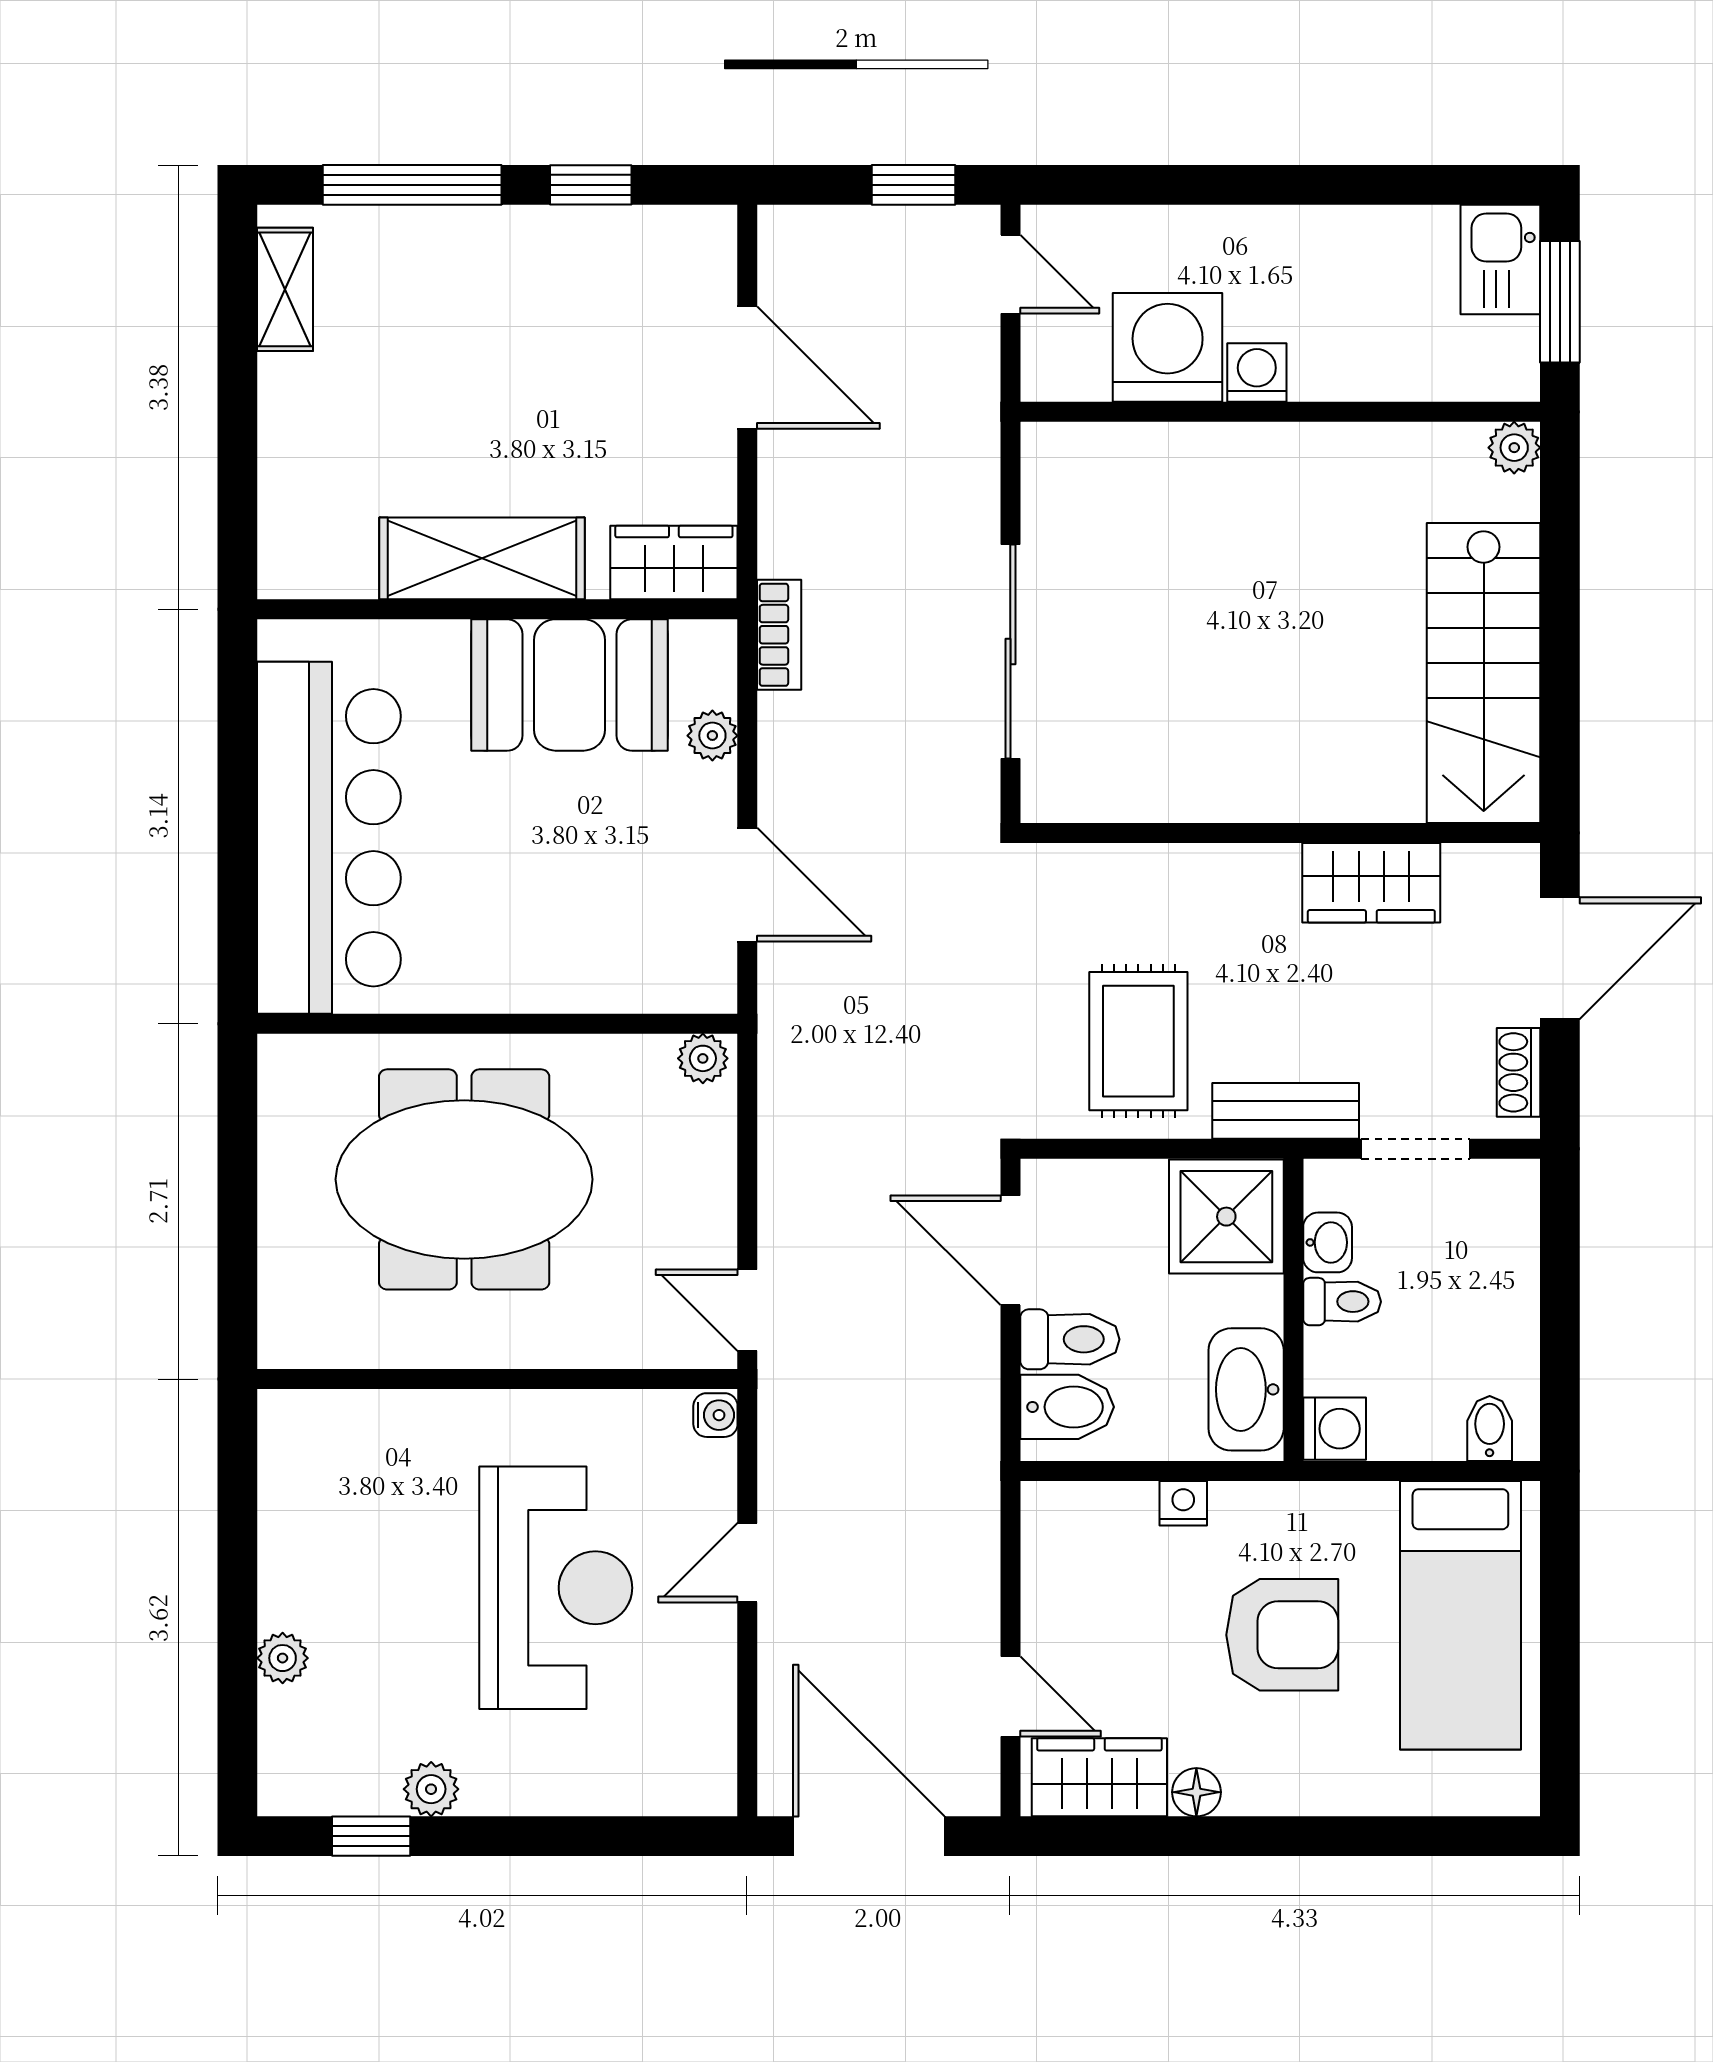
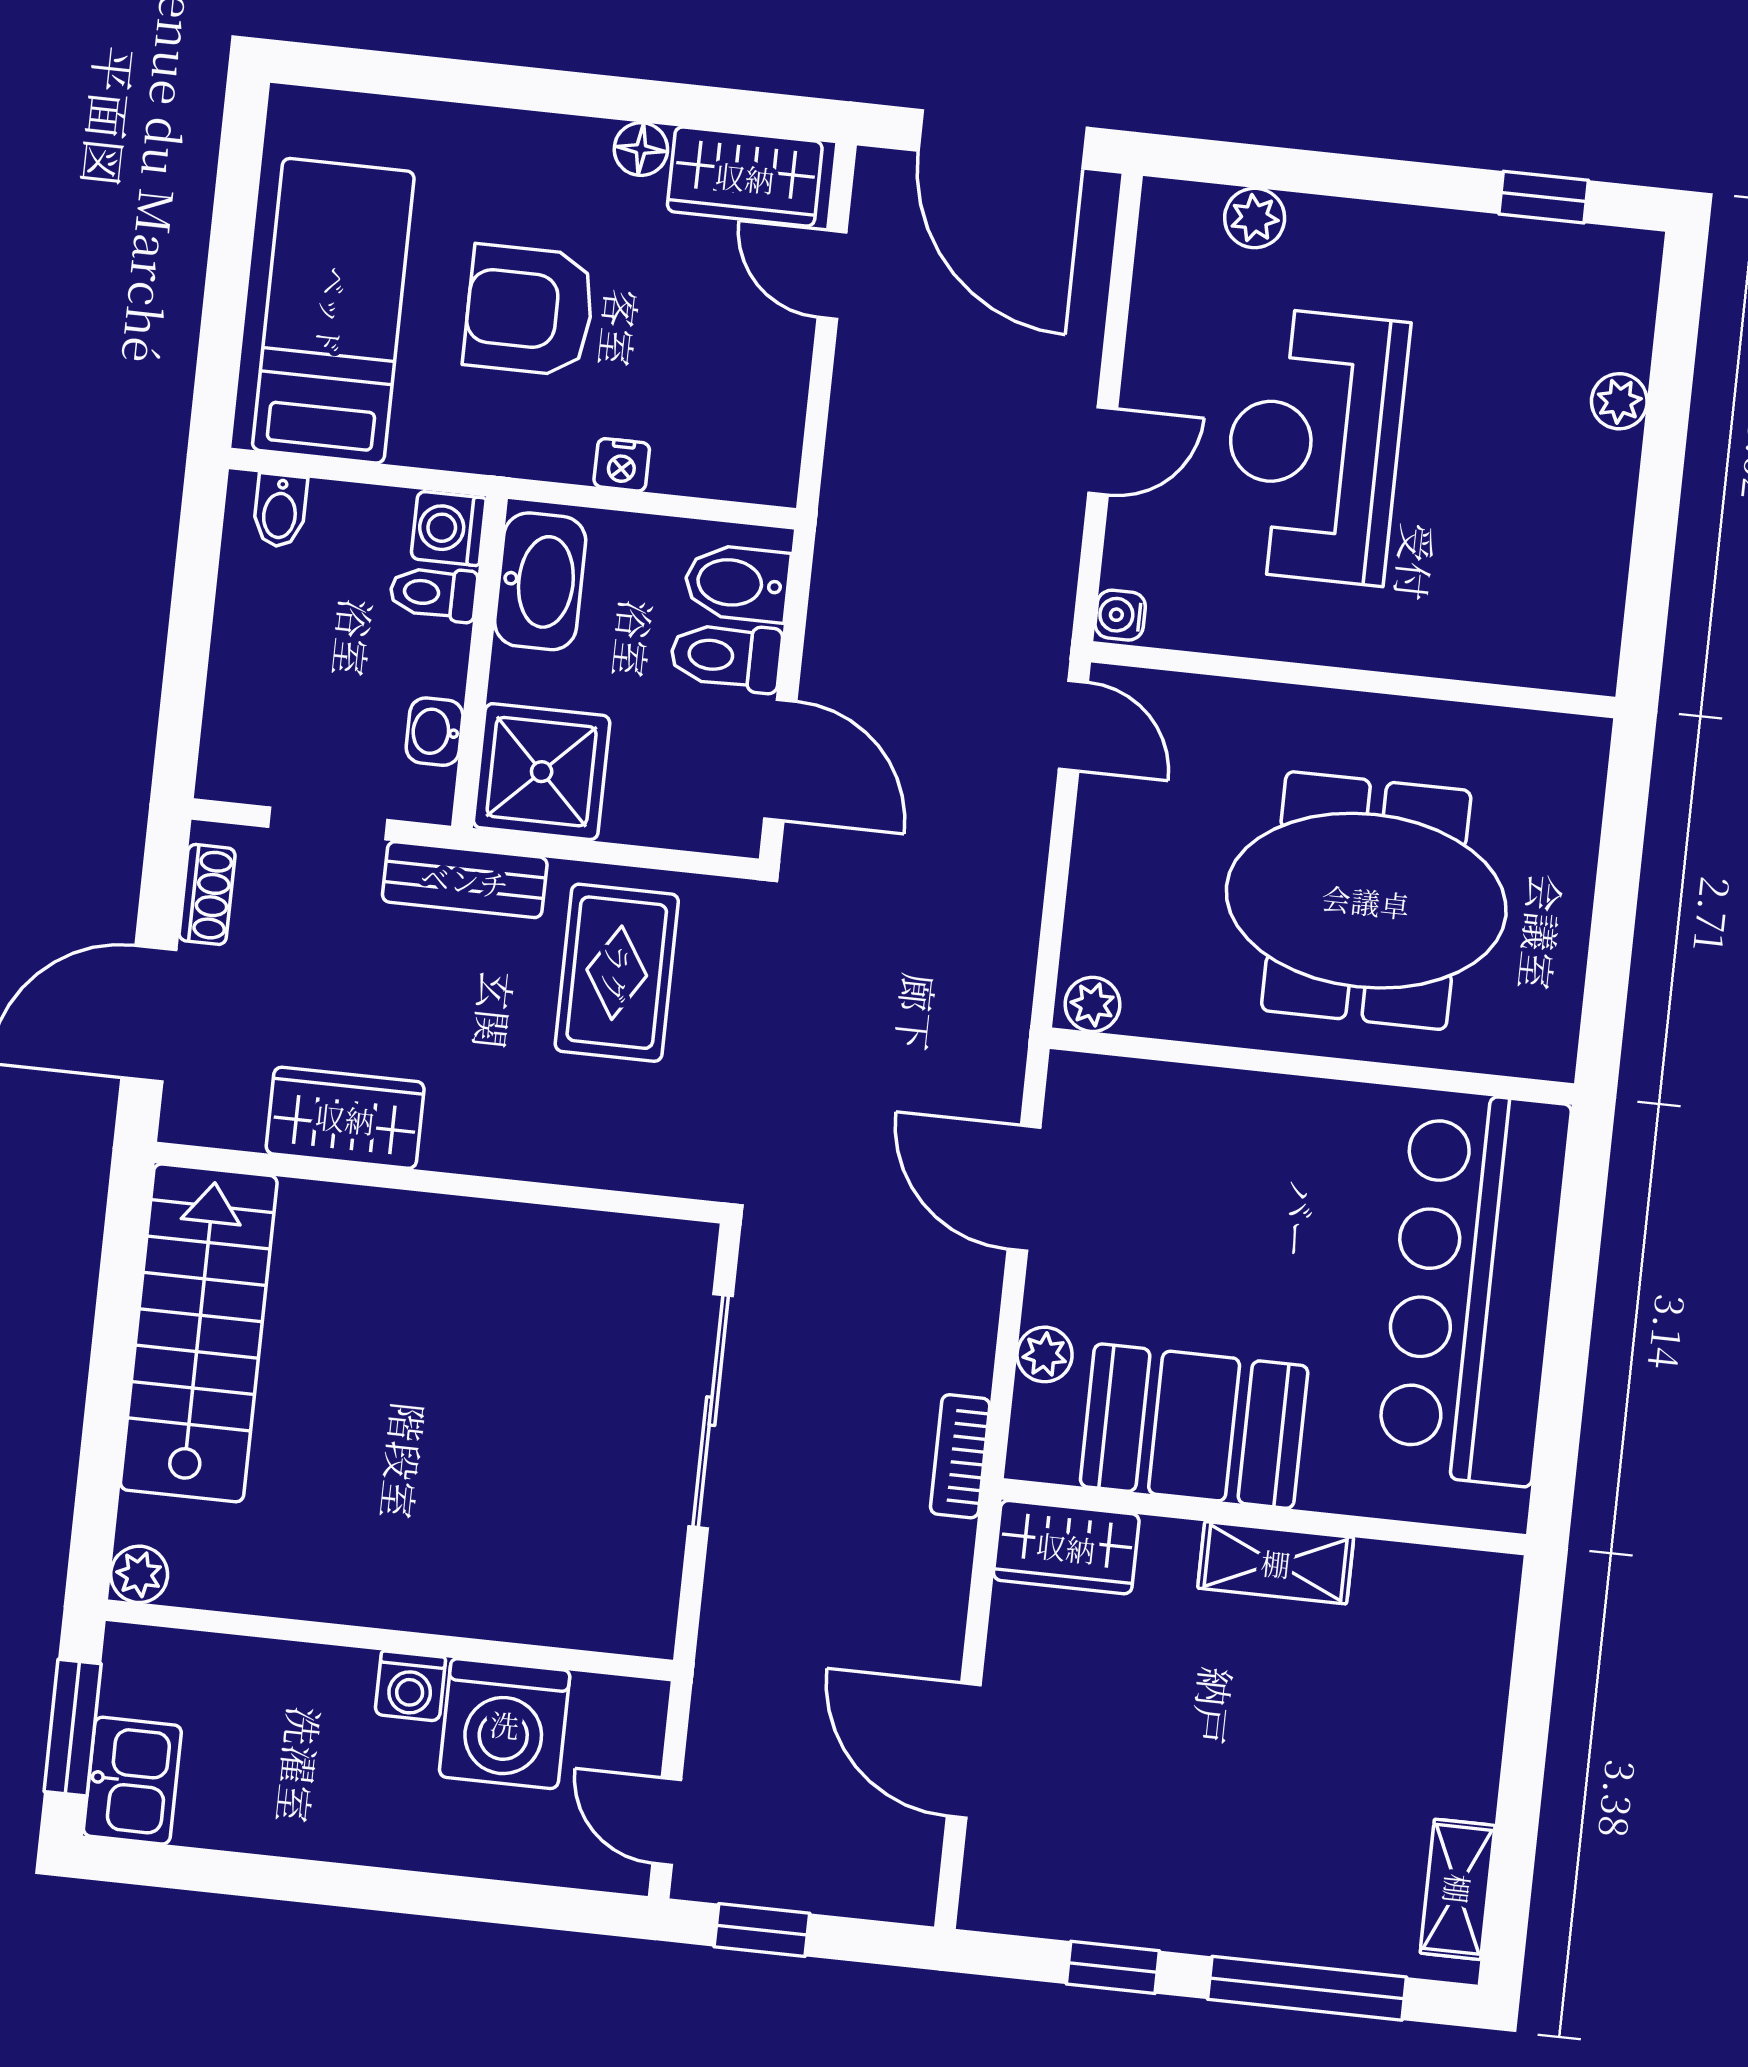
shelving: (482, 558) -> (1276, 1563), width x0.67, depth x0.75
toilet: (1342, 1302) -> (433, 593), moved
plant: (431, 1789) -> (1255, 218), moved

